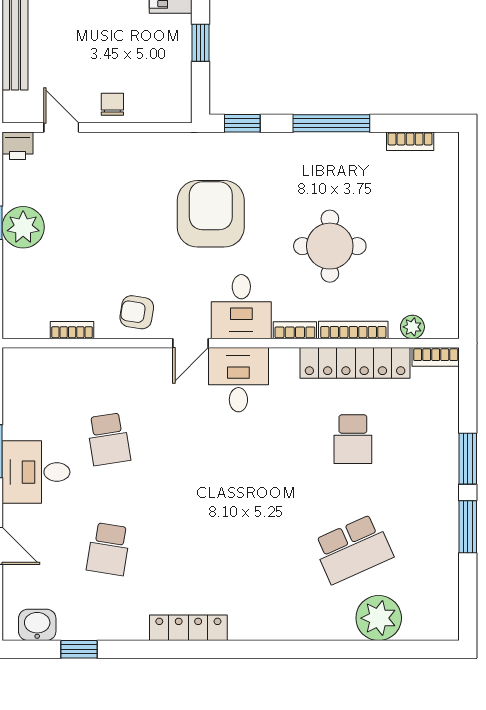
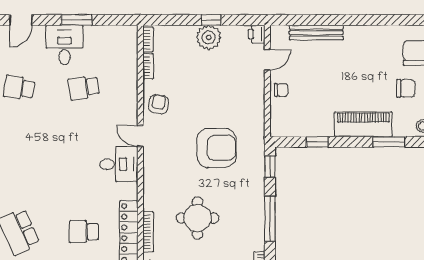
desk: (241, 307) -> (162, 166), removed
bookcase: (295, 330) -> (148, 39), moved

